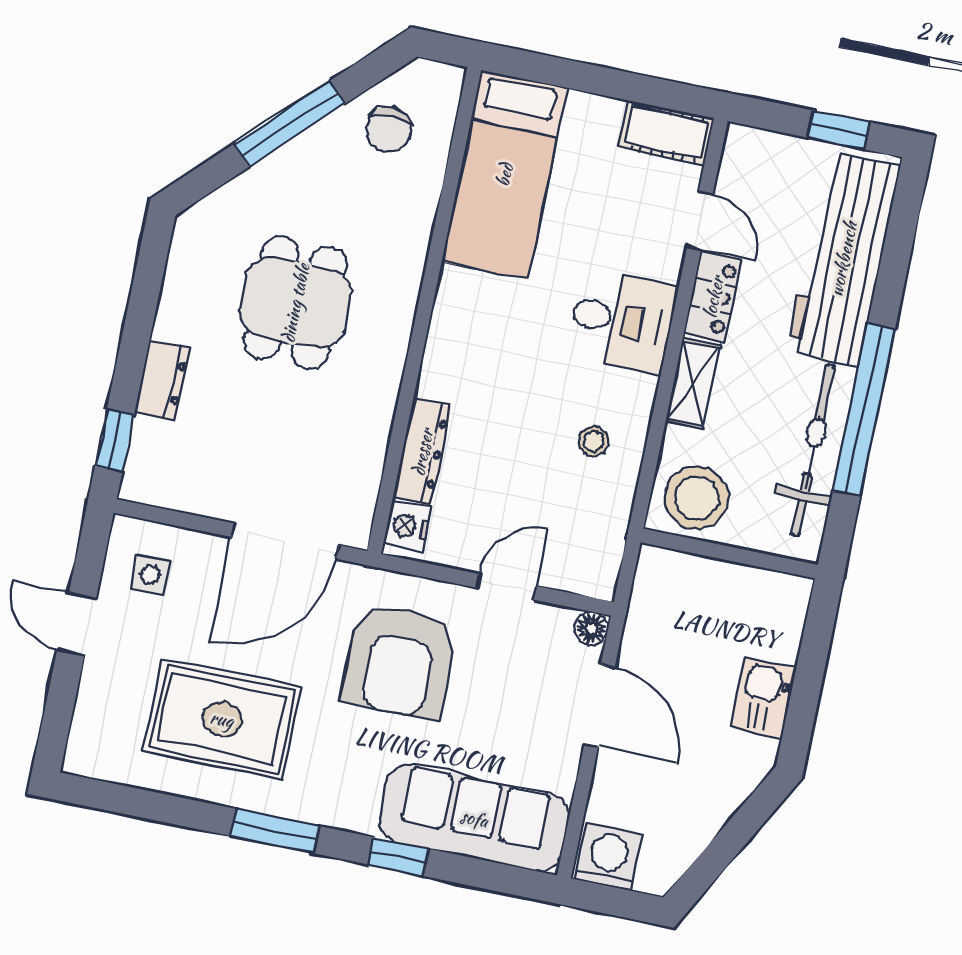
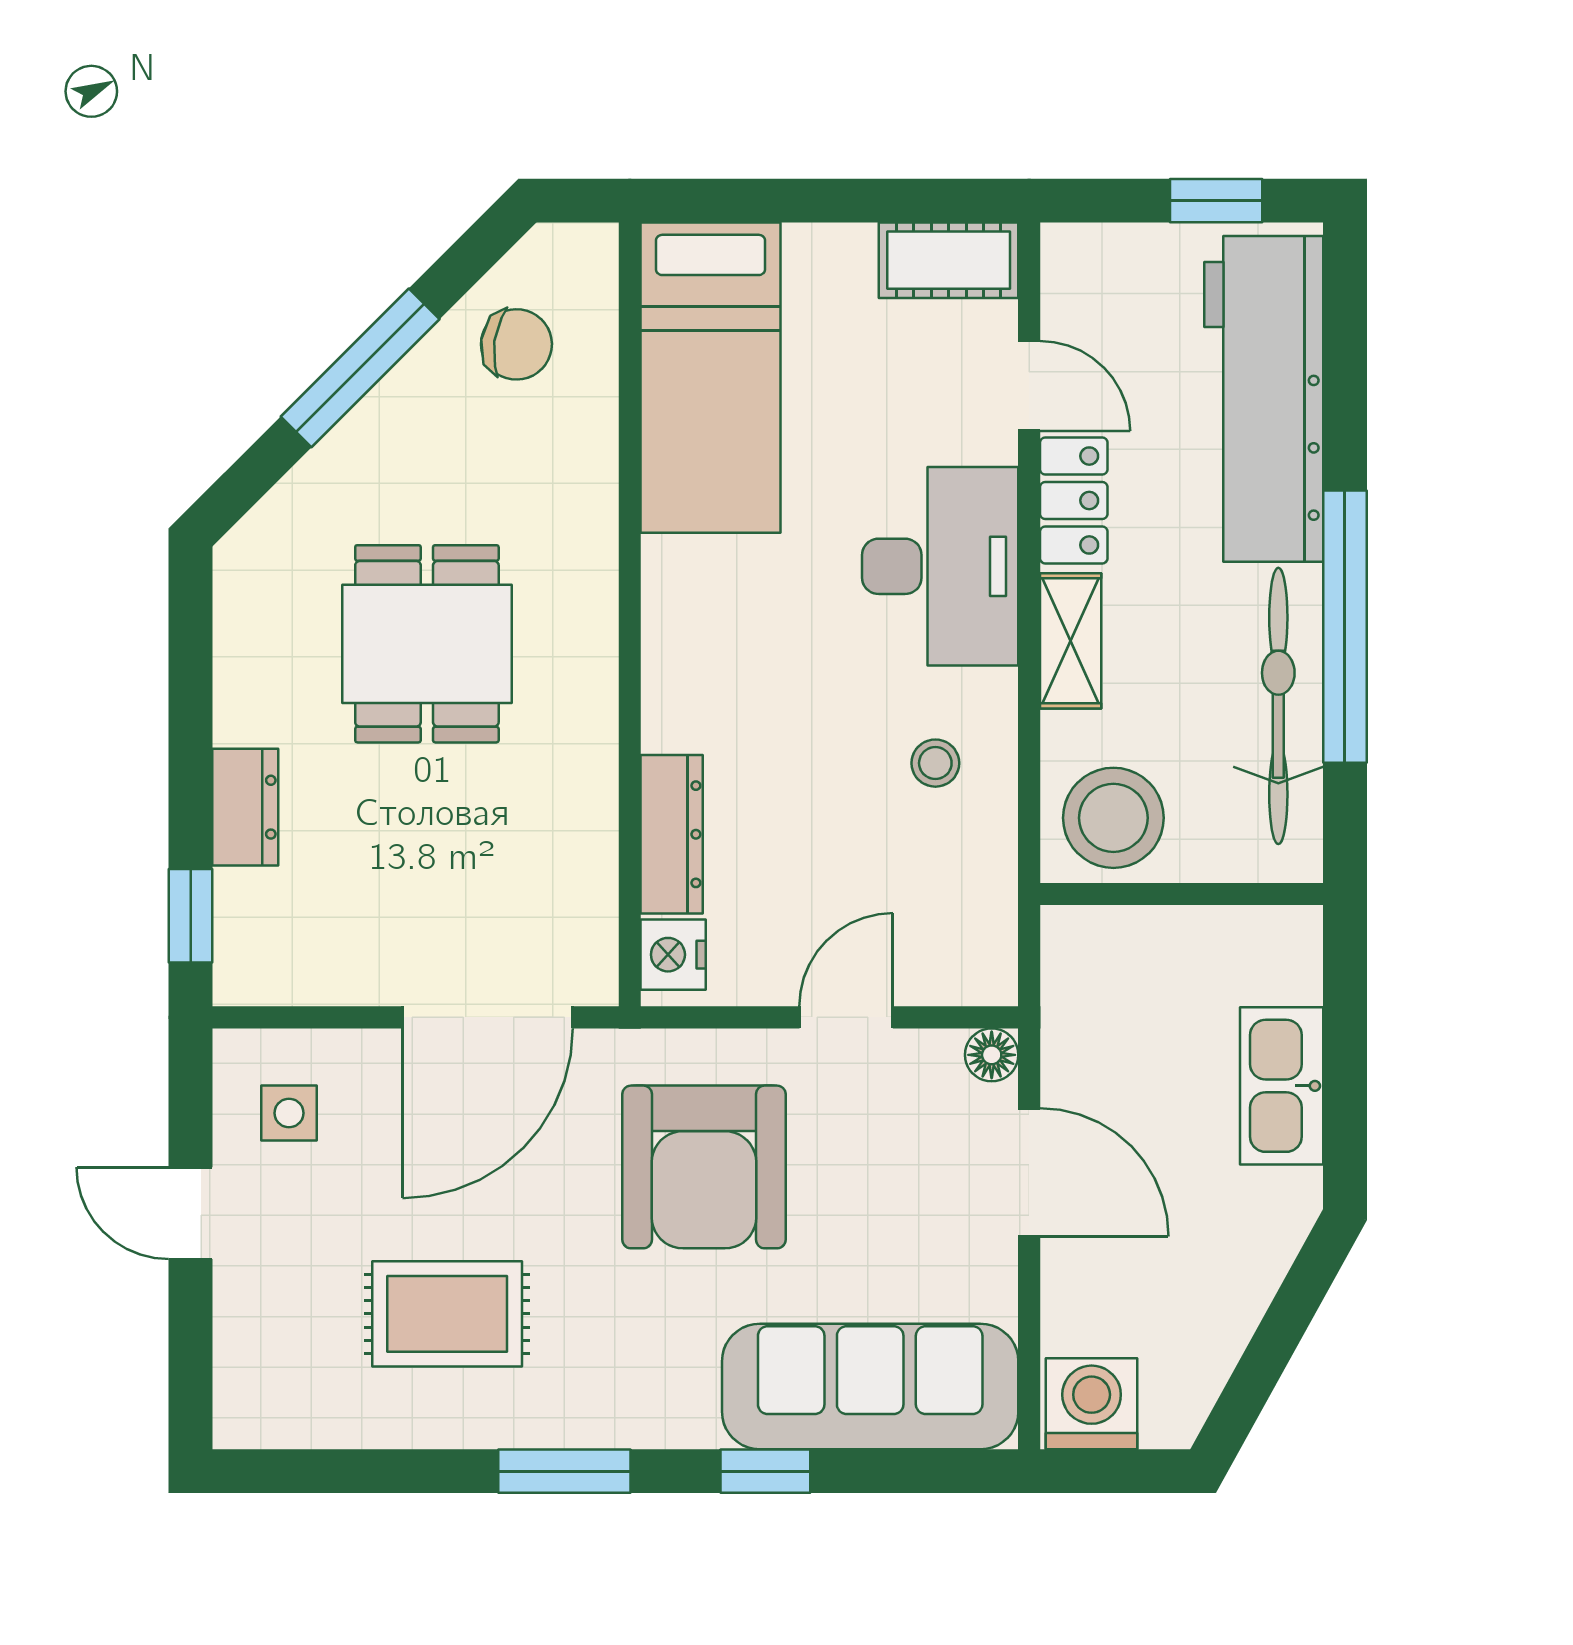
chair: (389, 129) -> (516, 344), turned -82
desk: (622, 321) -> (940, 566), width x1.37
kitchen sink: (764, 698) -> (1282, 1086), width x1.38
rug: (222, 719) -> (447, 1314), width x0.73, depth x0.70

